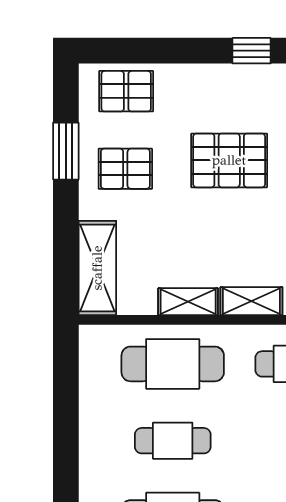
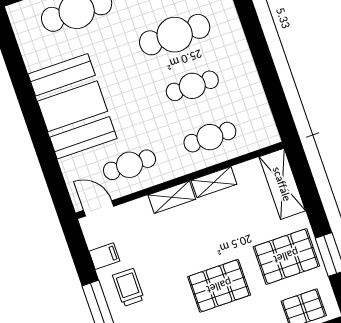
pallet: (125, 169) -> (286, 256), width x1.50, depth x1.42
cafe table: (173, 364) -> (210, 137), width x0.73, depth x0.74

